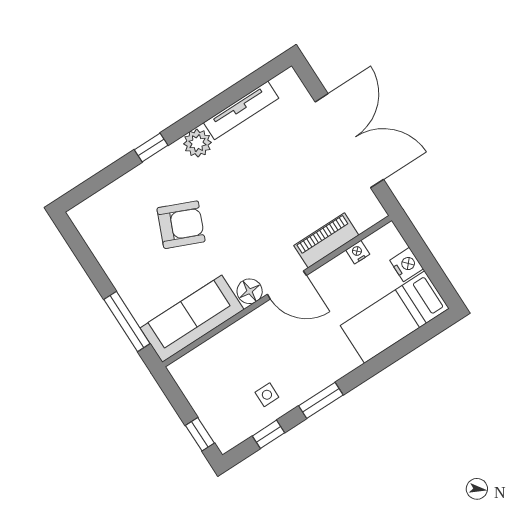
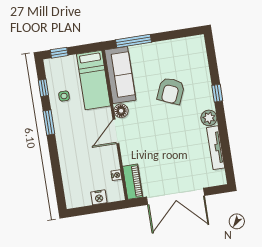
piano: (326, 240) -> (133, 182), moved
bed: (395, 317) -> (93, 80), moved, turned 180

